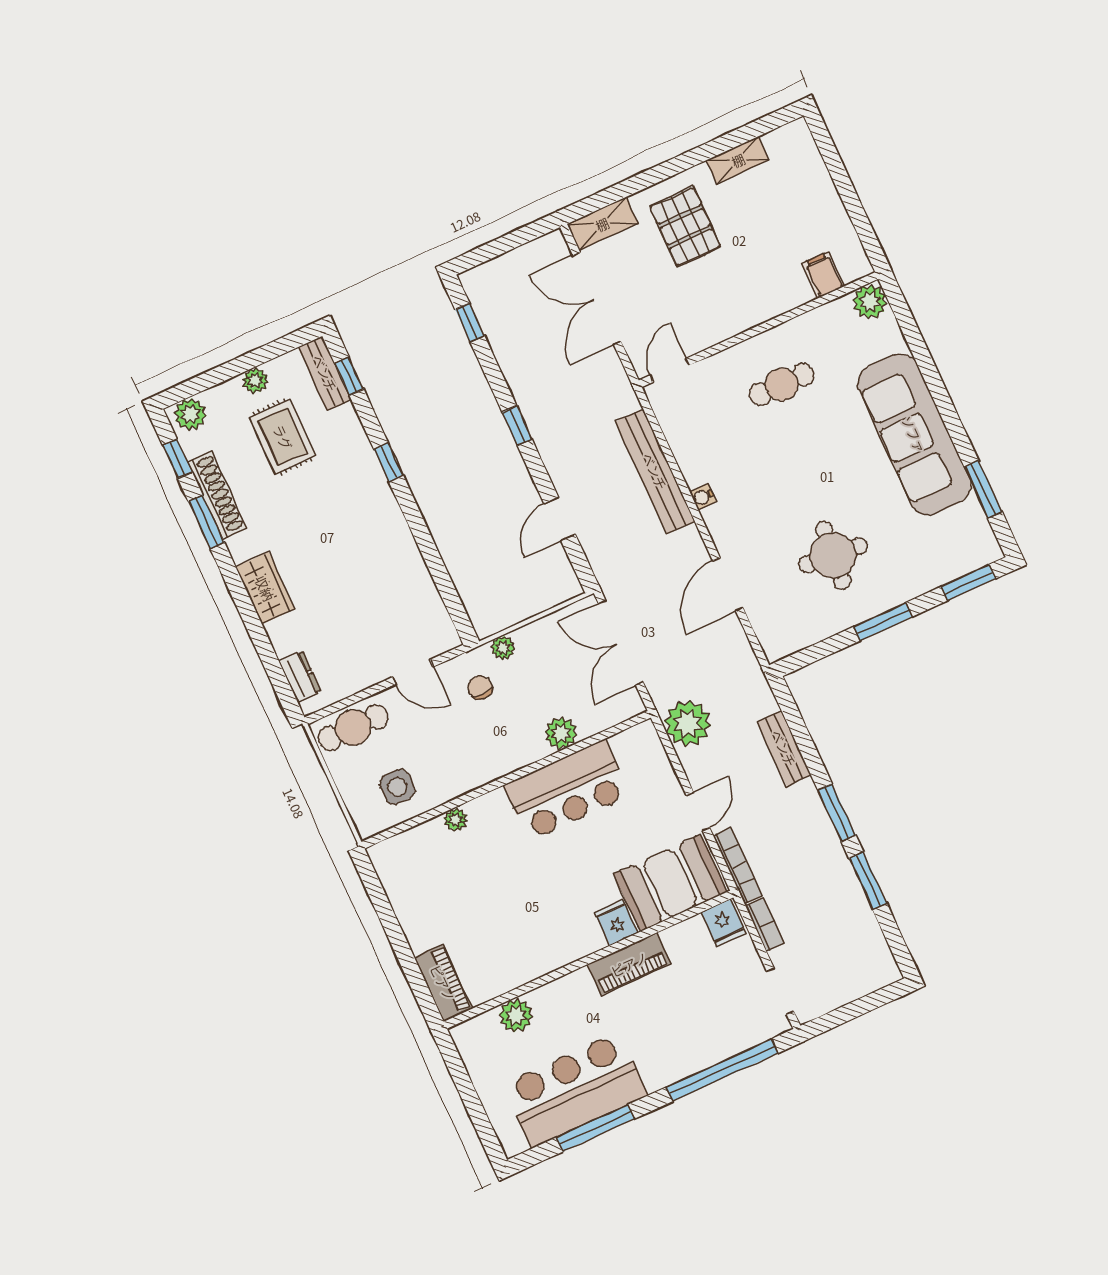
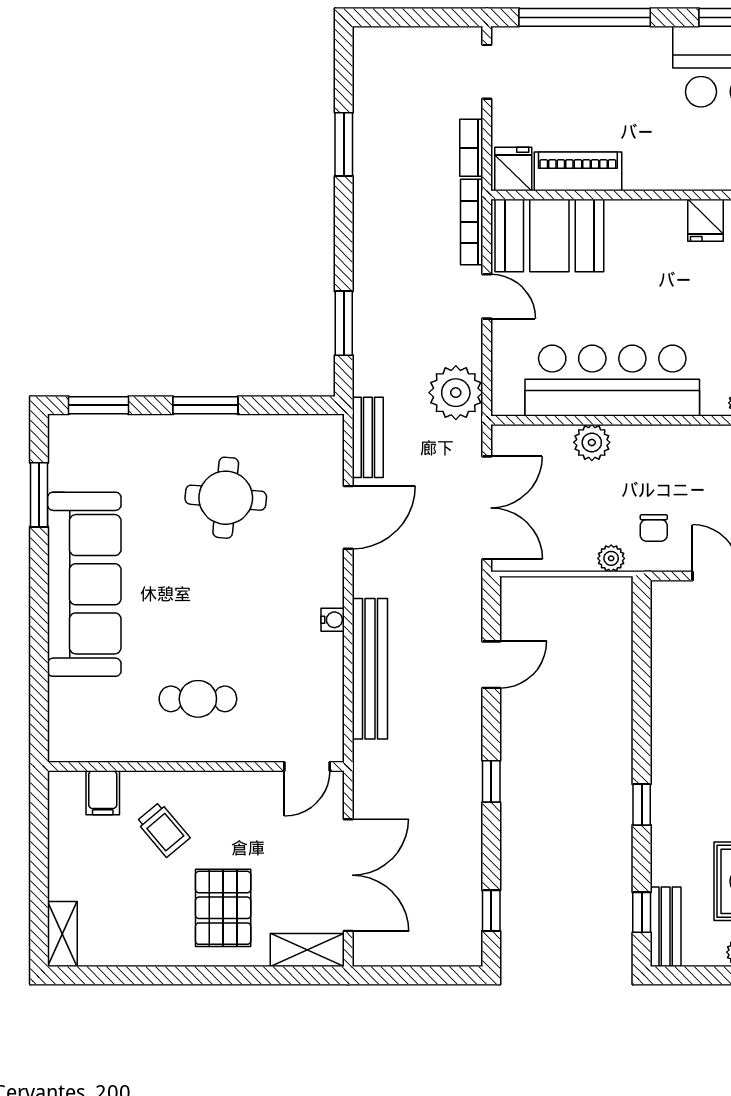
shelving: (738, 160) -> (62, 934), moved, turned 90
trolley: (762, 267) -> (163, 830), added
plant: (870, 302) -> (67, 743), removed
bench: (784, 748) -> (368, 437), moved
bar counter: (567, 790) -> (612, 381), width x1.36
door: (698, 811) -> (487, 296), swing flipped
window: (837, 813) -> (344, 323), moved
fridge: (616, 923) -> (706, 220), moved
piano: (629, 964) -> (578, 171), moved

